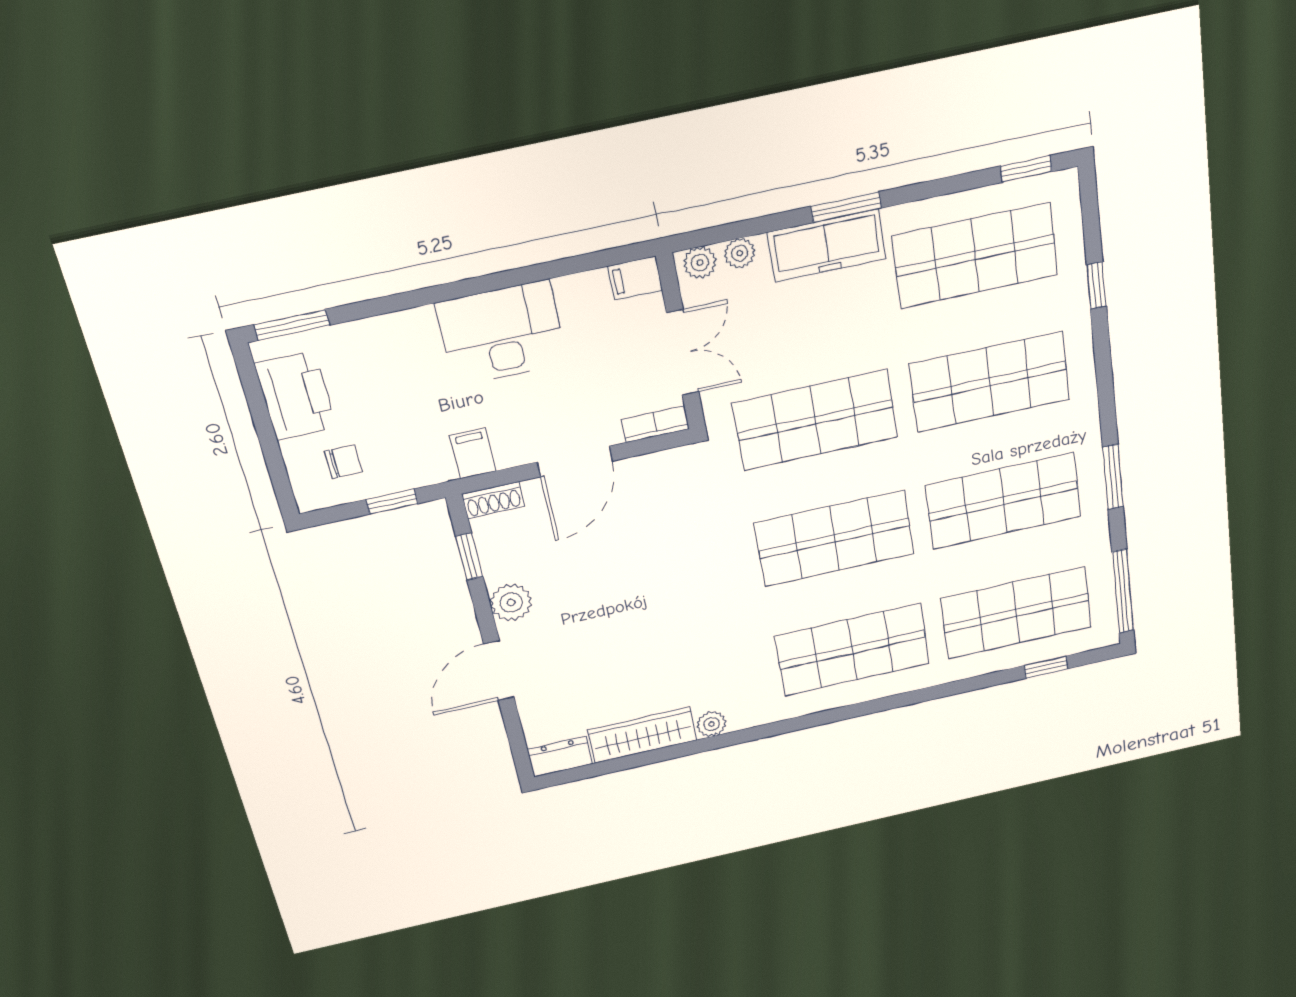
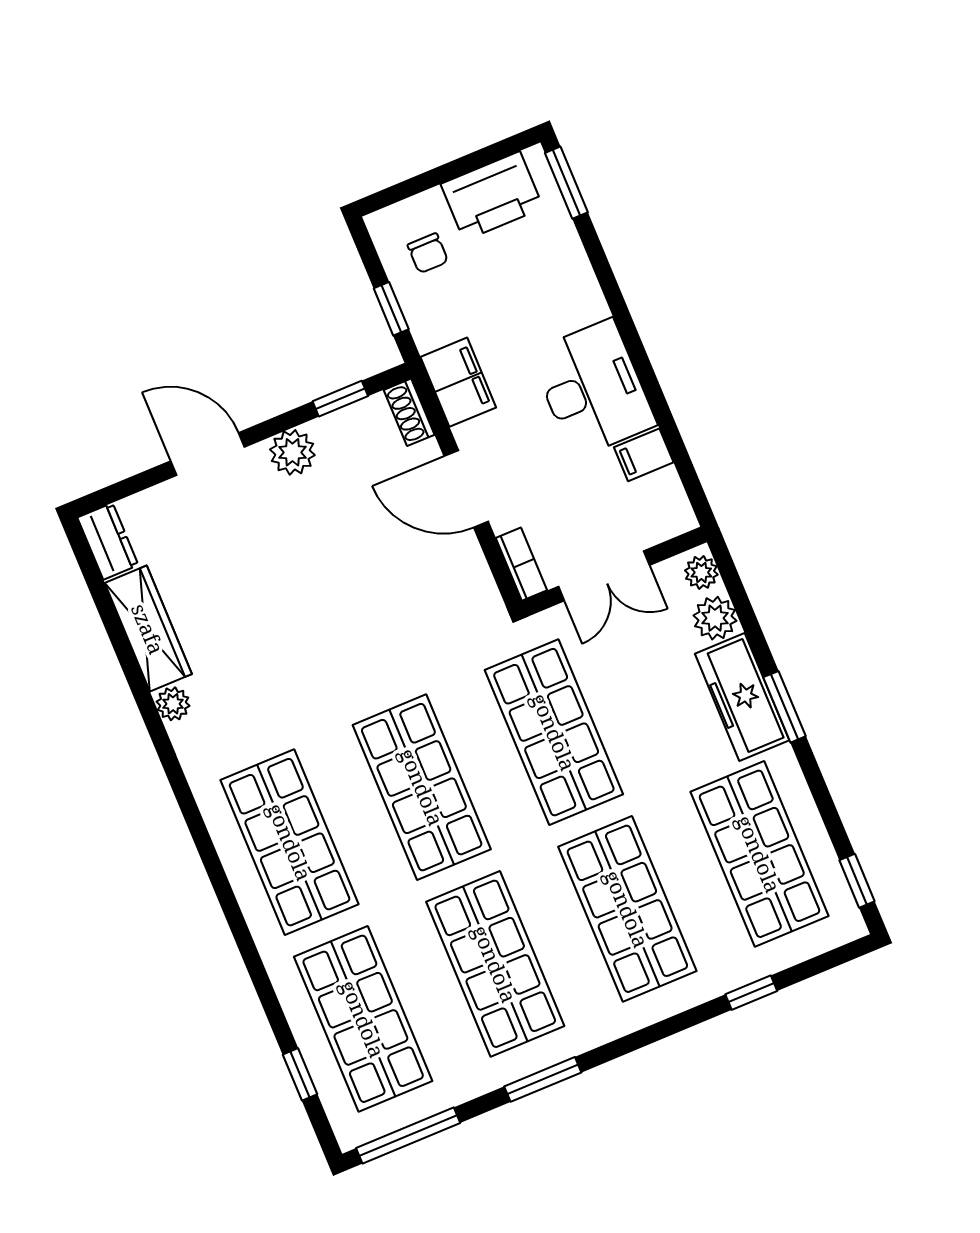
plant: (740, 253) -> (715, 618), width x1.38, depth x1.38
filing cabinet: (635, 278) -> (644, 455), moved, turned -90
filing cabinet: (473, 453) -> (458, 382), width x2.00

